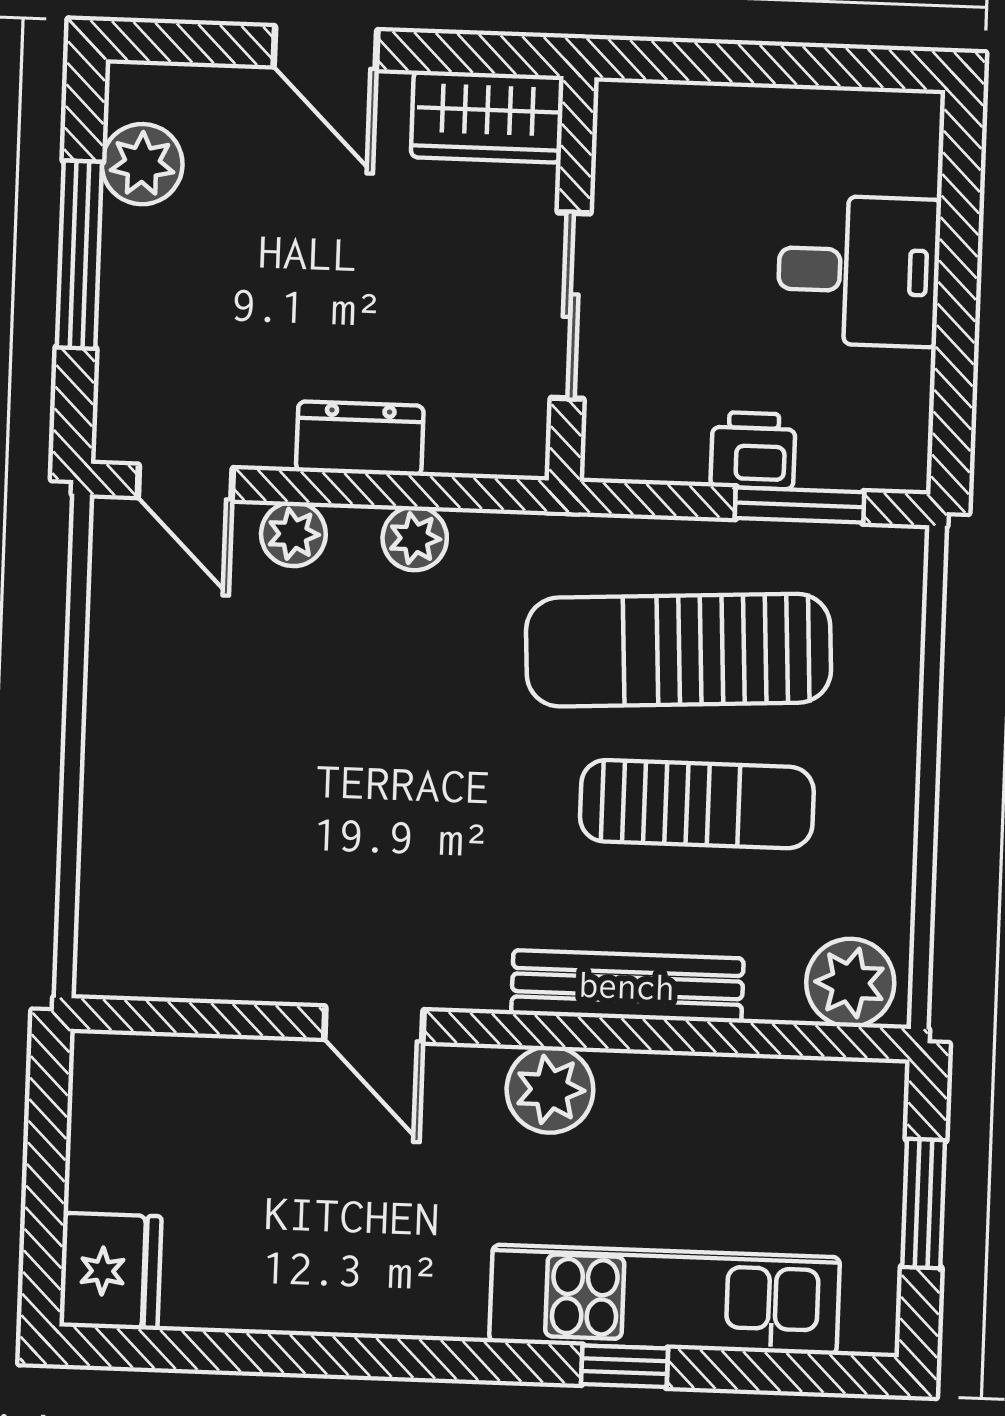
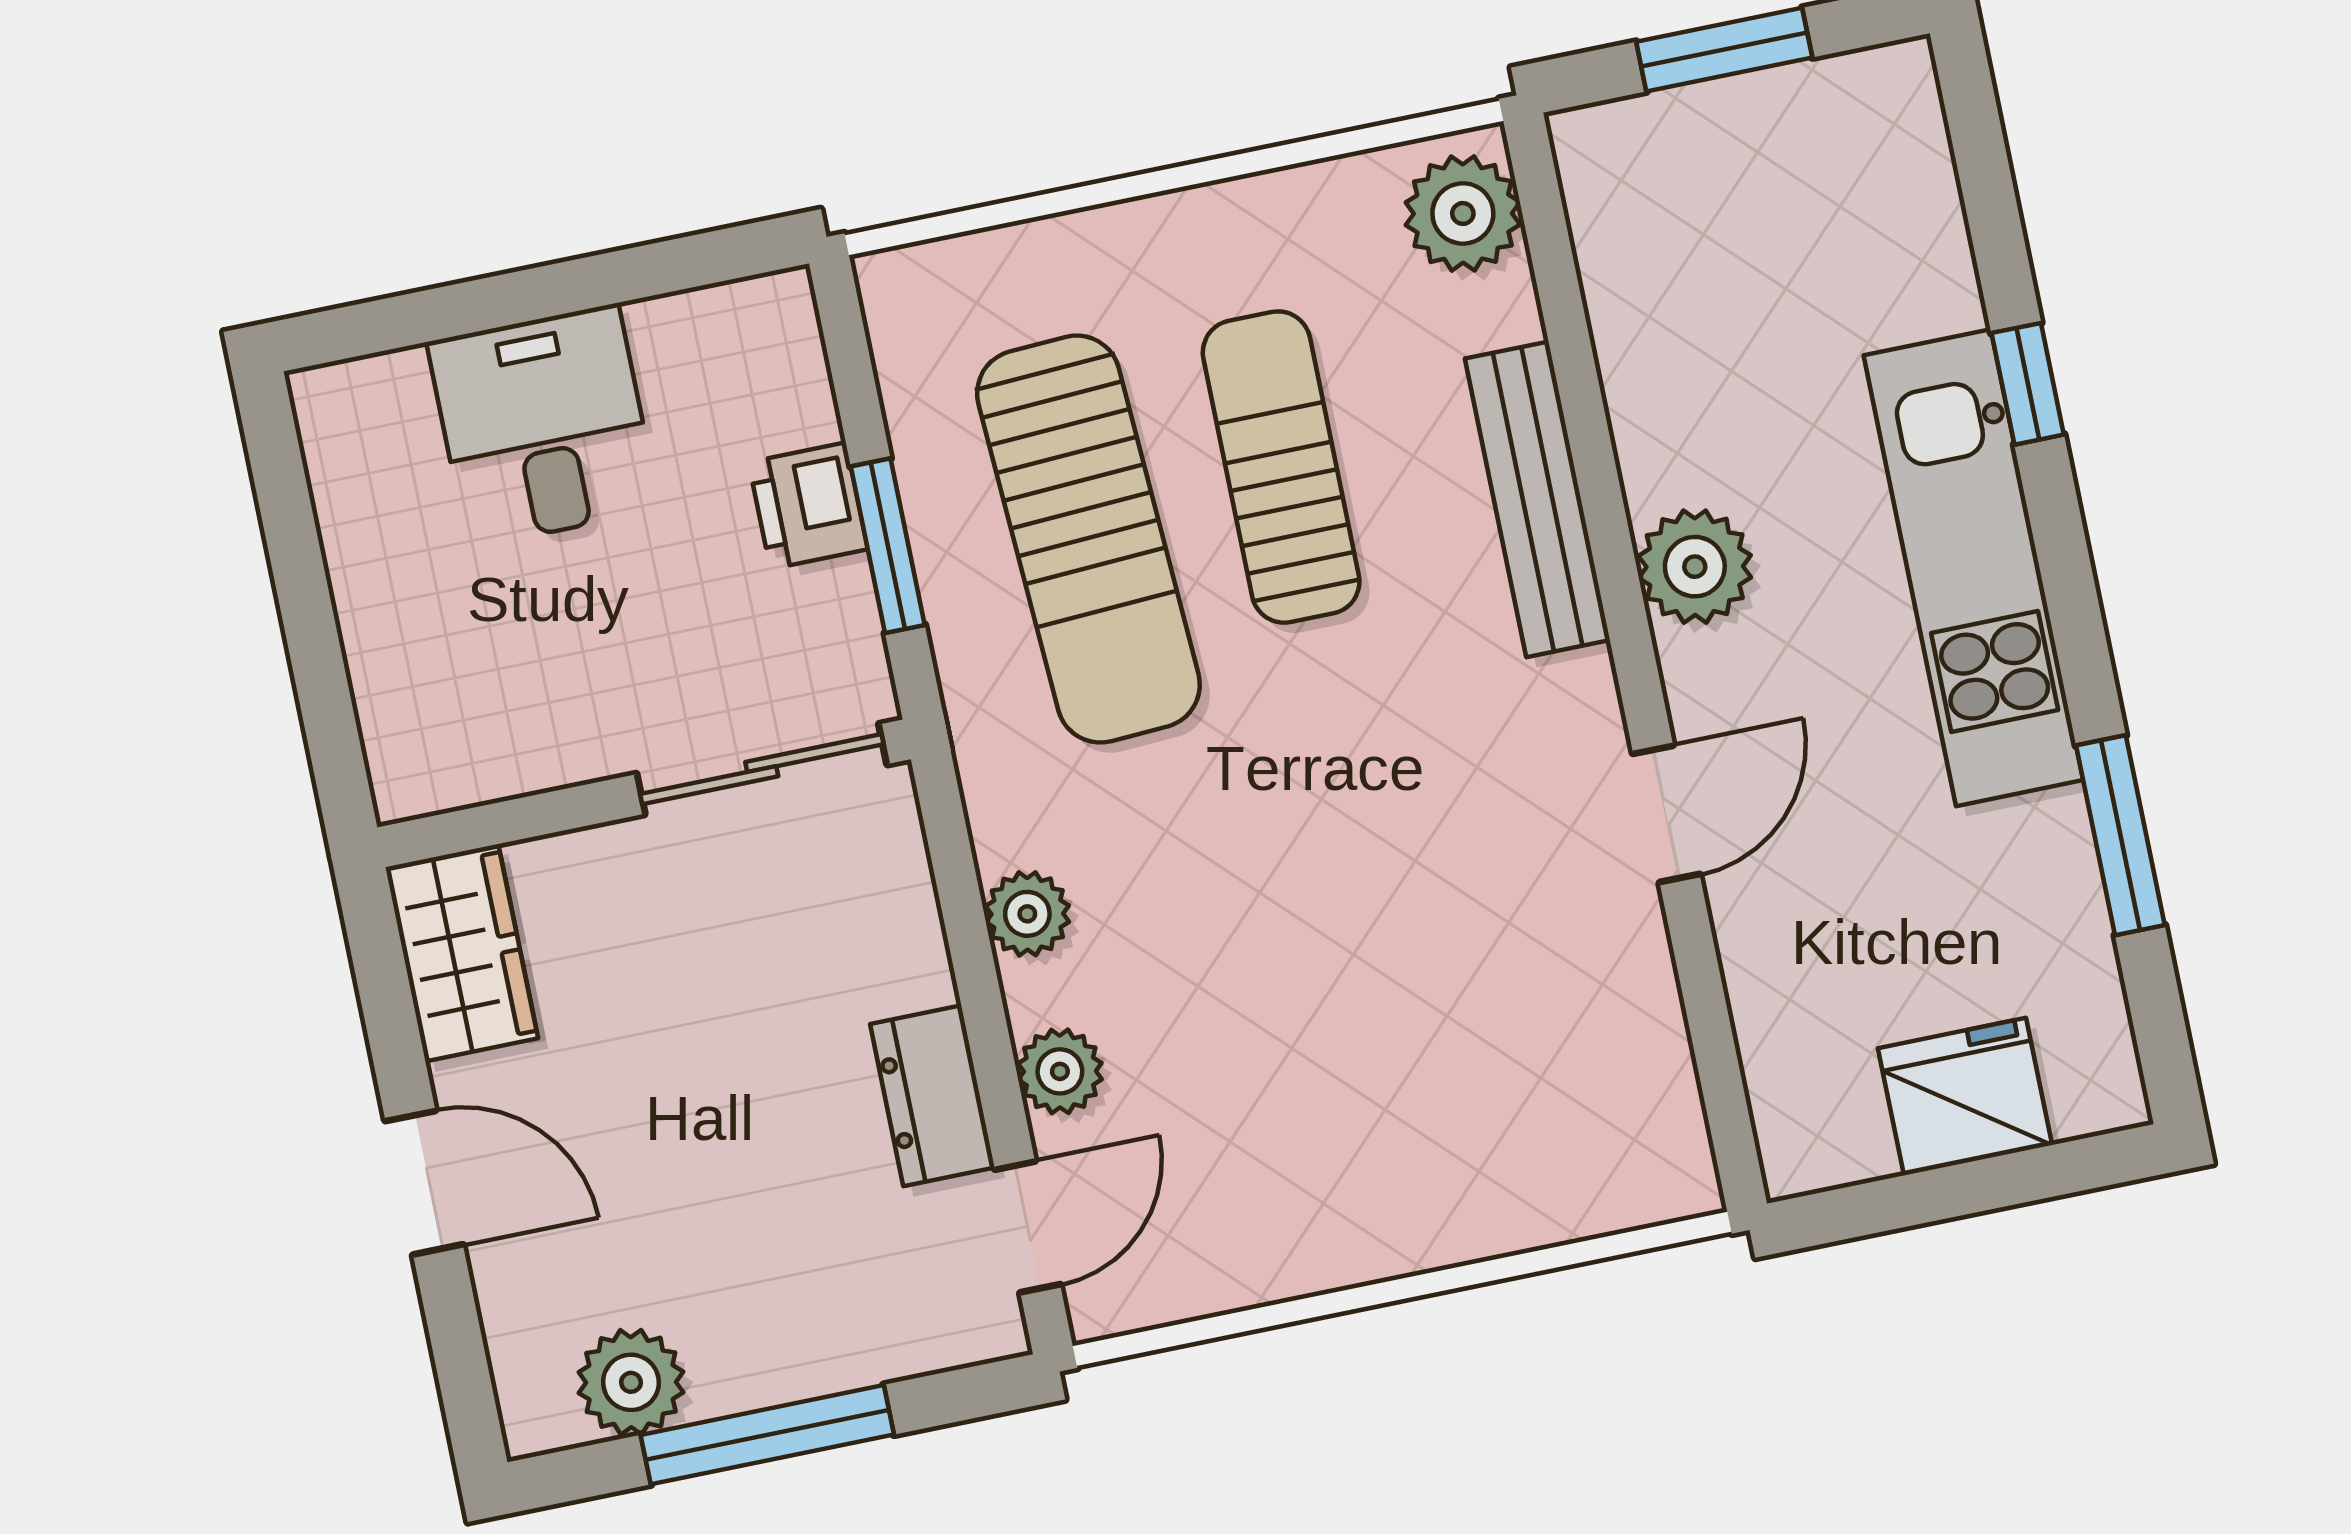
door: (325, 48) -> (424, 1183), hinge flipped
sliding door: (571, 306) -> (762, 769), moved
dresser: (360, 438) -> (932, 1096), moved
window: (799, 505) -> (888, 546), moved
fridge: (110, 1271) -> (1965, 1097), moved
kitchen unit: (665, 1300) -> (1973, 568), moved
window: (277, 1354) -> (2120, 835), added

